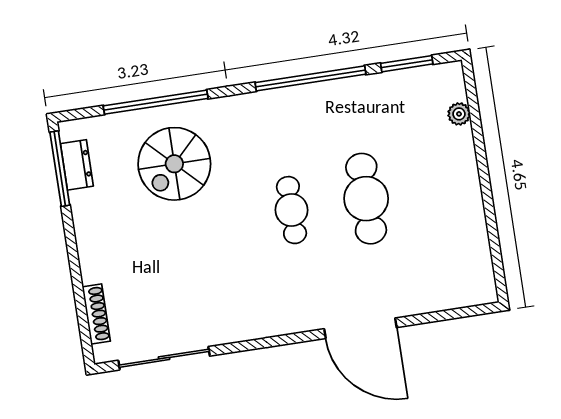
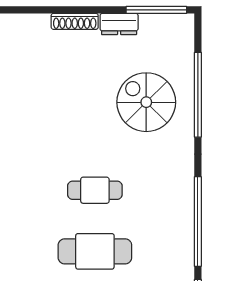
dresser: (77, 165) -> (119, 24), moved
shoe rack: (96, 314) -> (75, 21), moved

